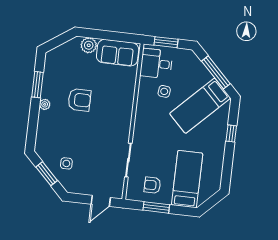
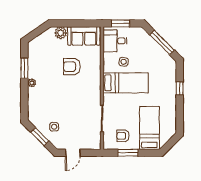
armchair: (79, 100) -> (72, 67), moved, turned 180
bed: (200, 106) -> (126, 83), moved, turned -135
door: (101, 201) -> (73, 153), moved

